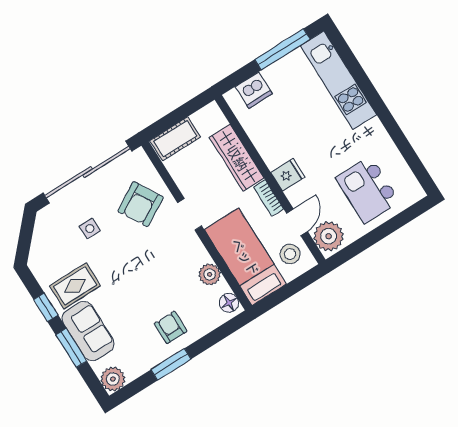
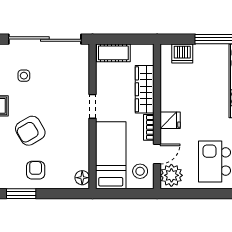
armchair: (141, 204) -> (30, 131), moved
plant: (210, 274) -> (81, 152), removed

